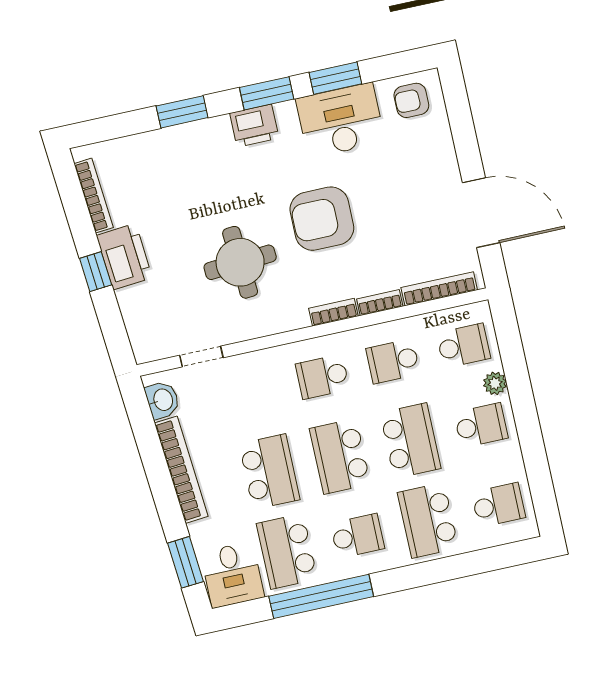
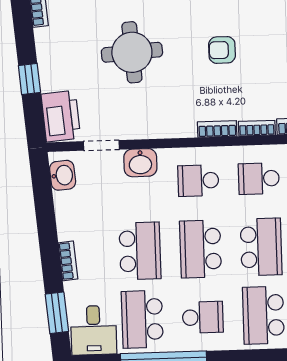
armchair: (322, 219) -> (222, 50), width x0.53, depth x0.53
printer: (124, 257) -> (61, 116), moved
round table: (240, 262) -> (132, 52), moved
window: (96, 272) -> (29, 79), moved
washbasin: (251, 368) -> (140, 163), added
bookcase: (181, 470) -> (68, 261), width x0.43, depth x0.76

